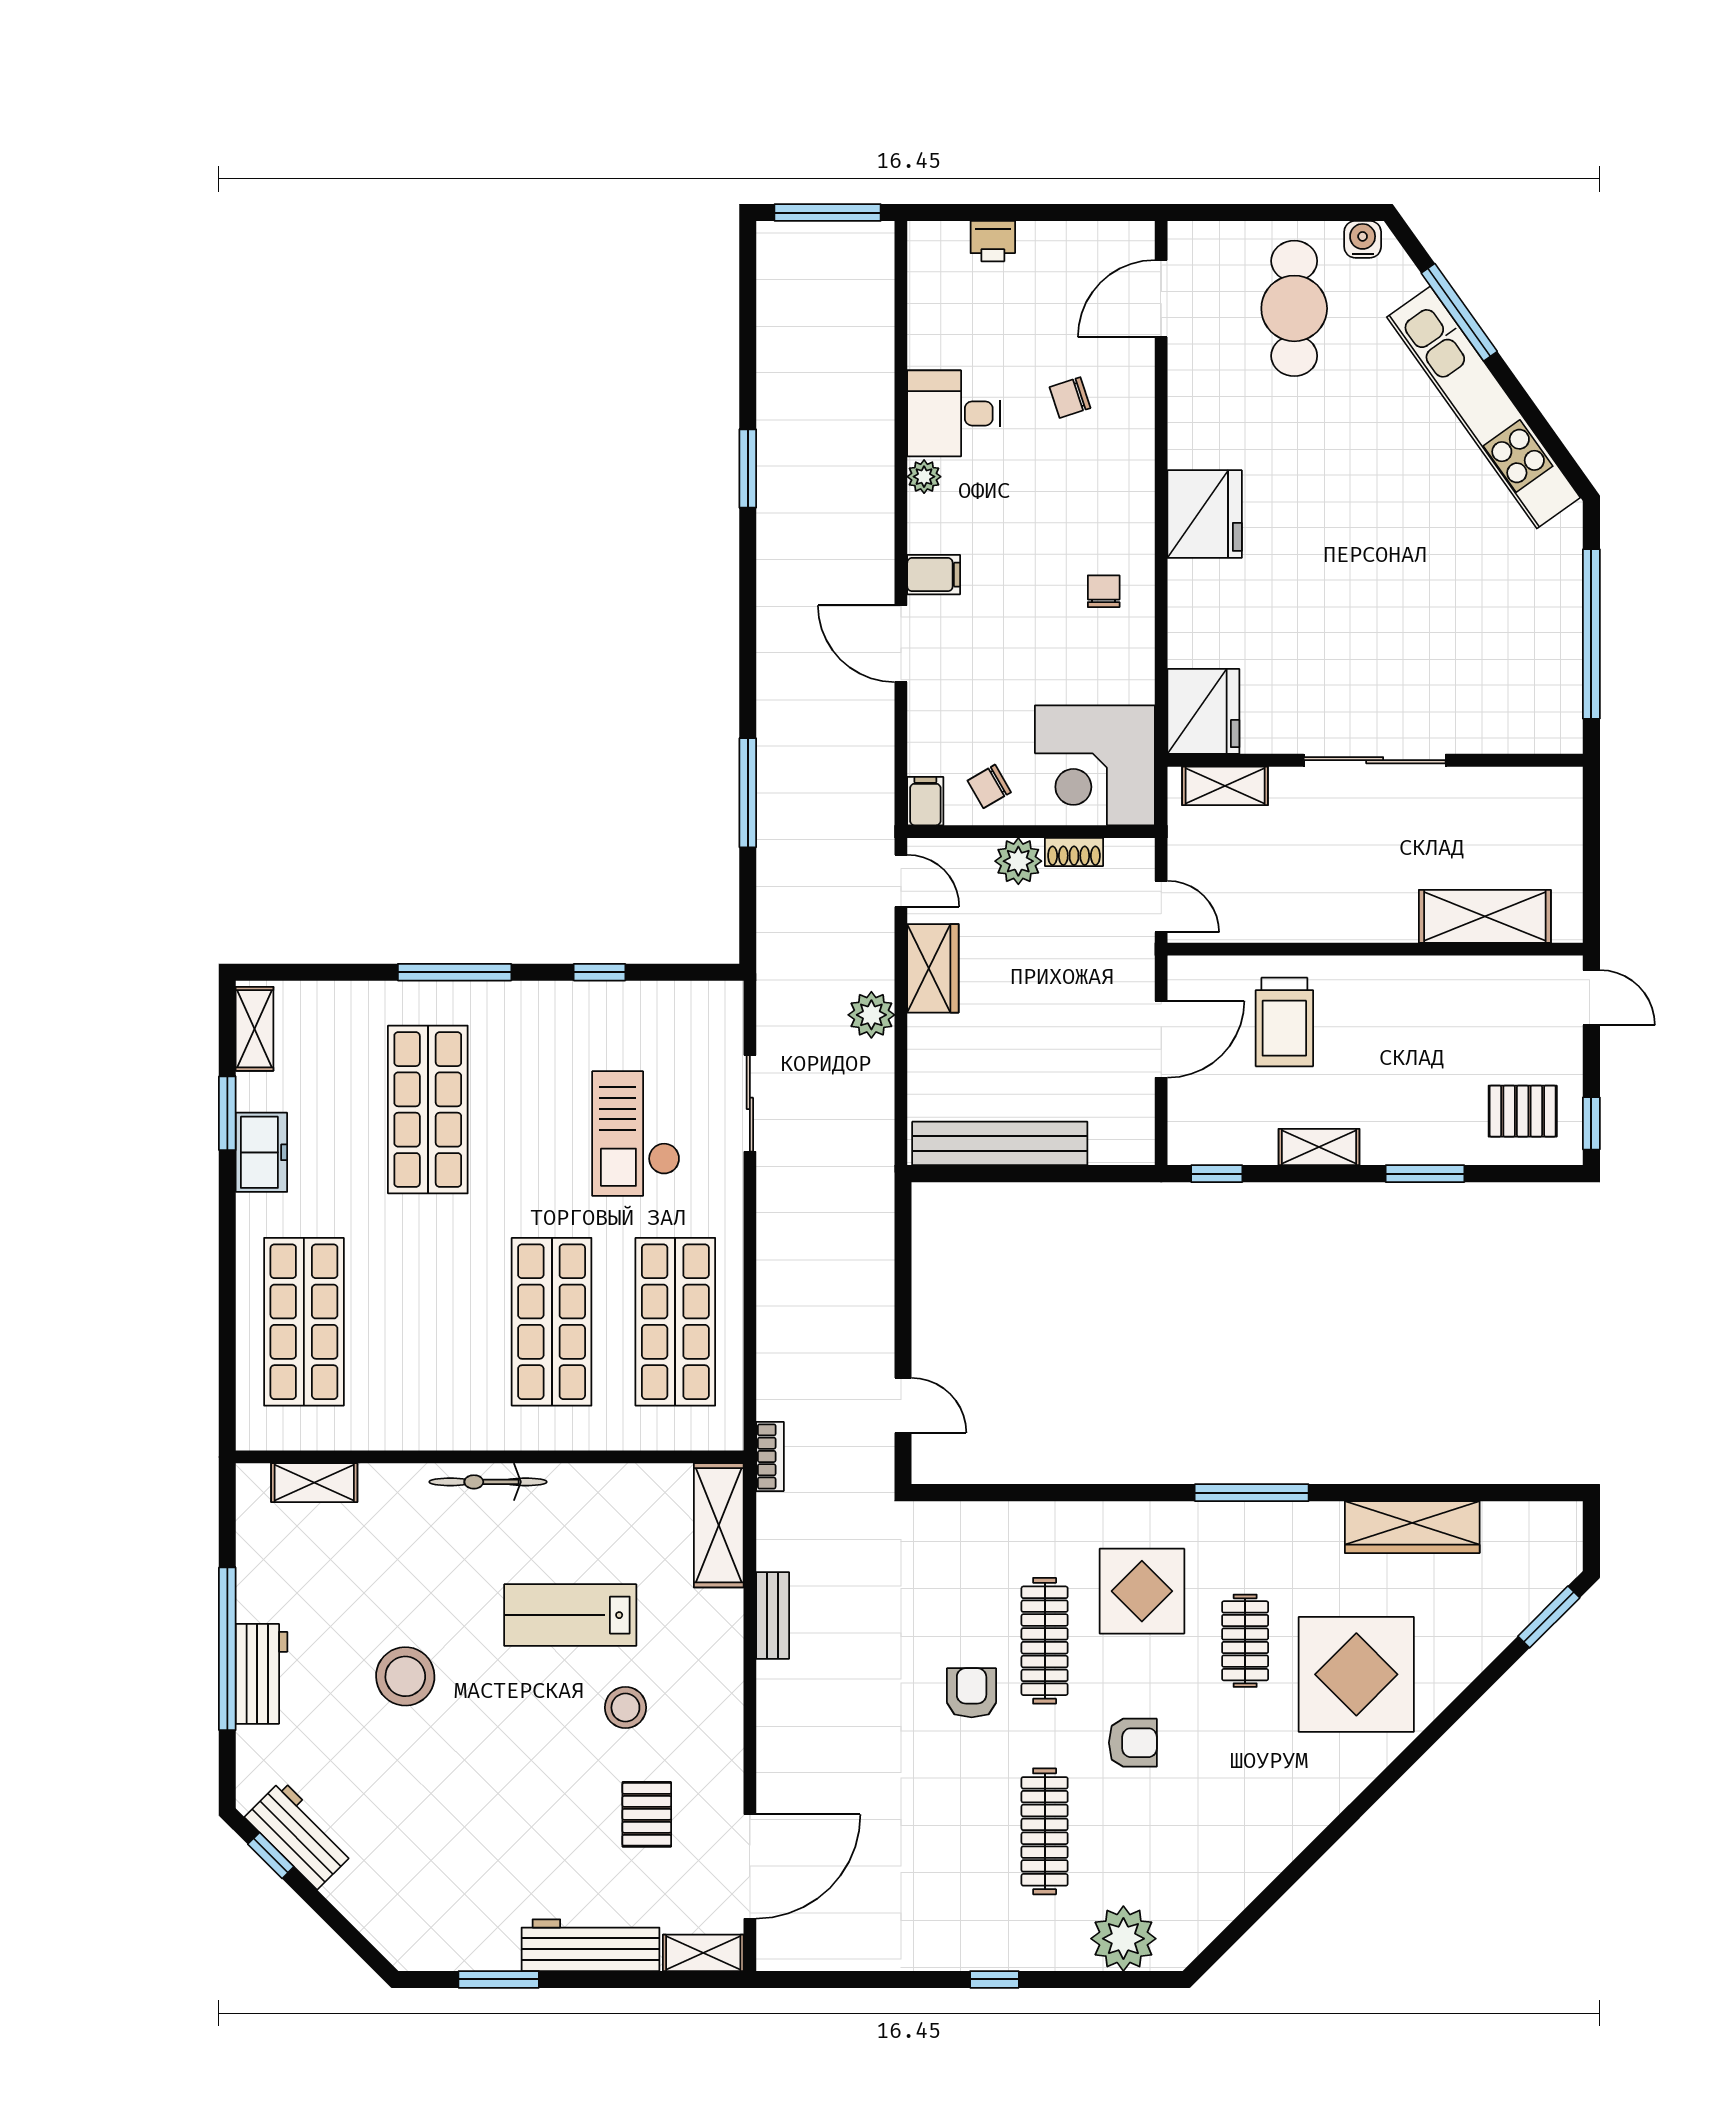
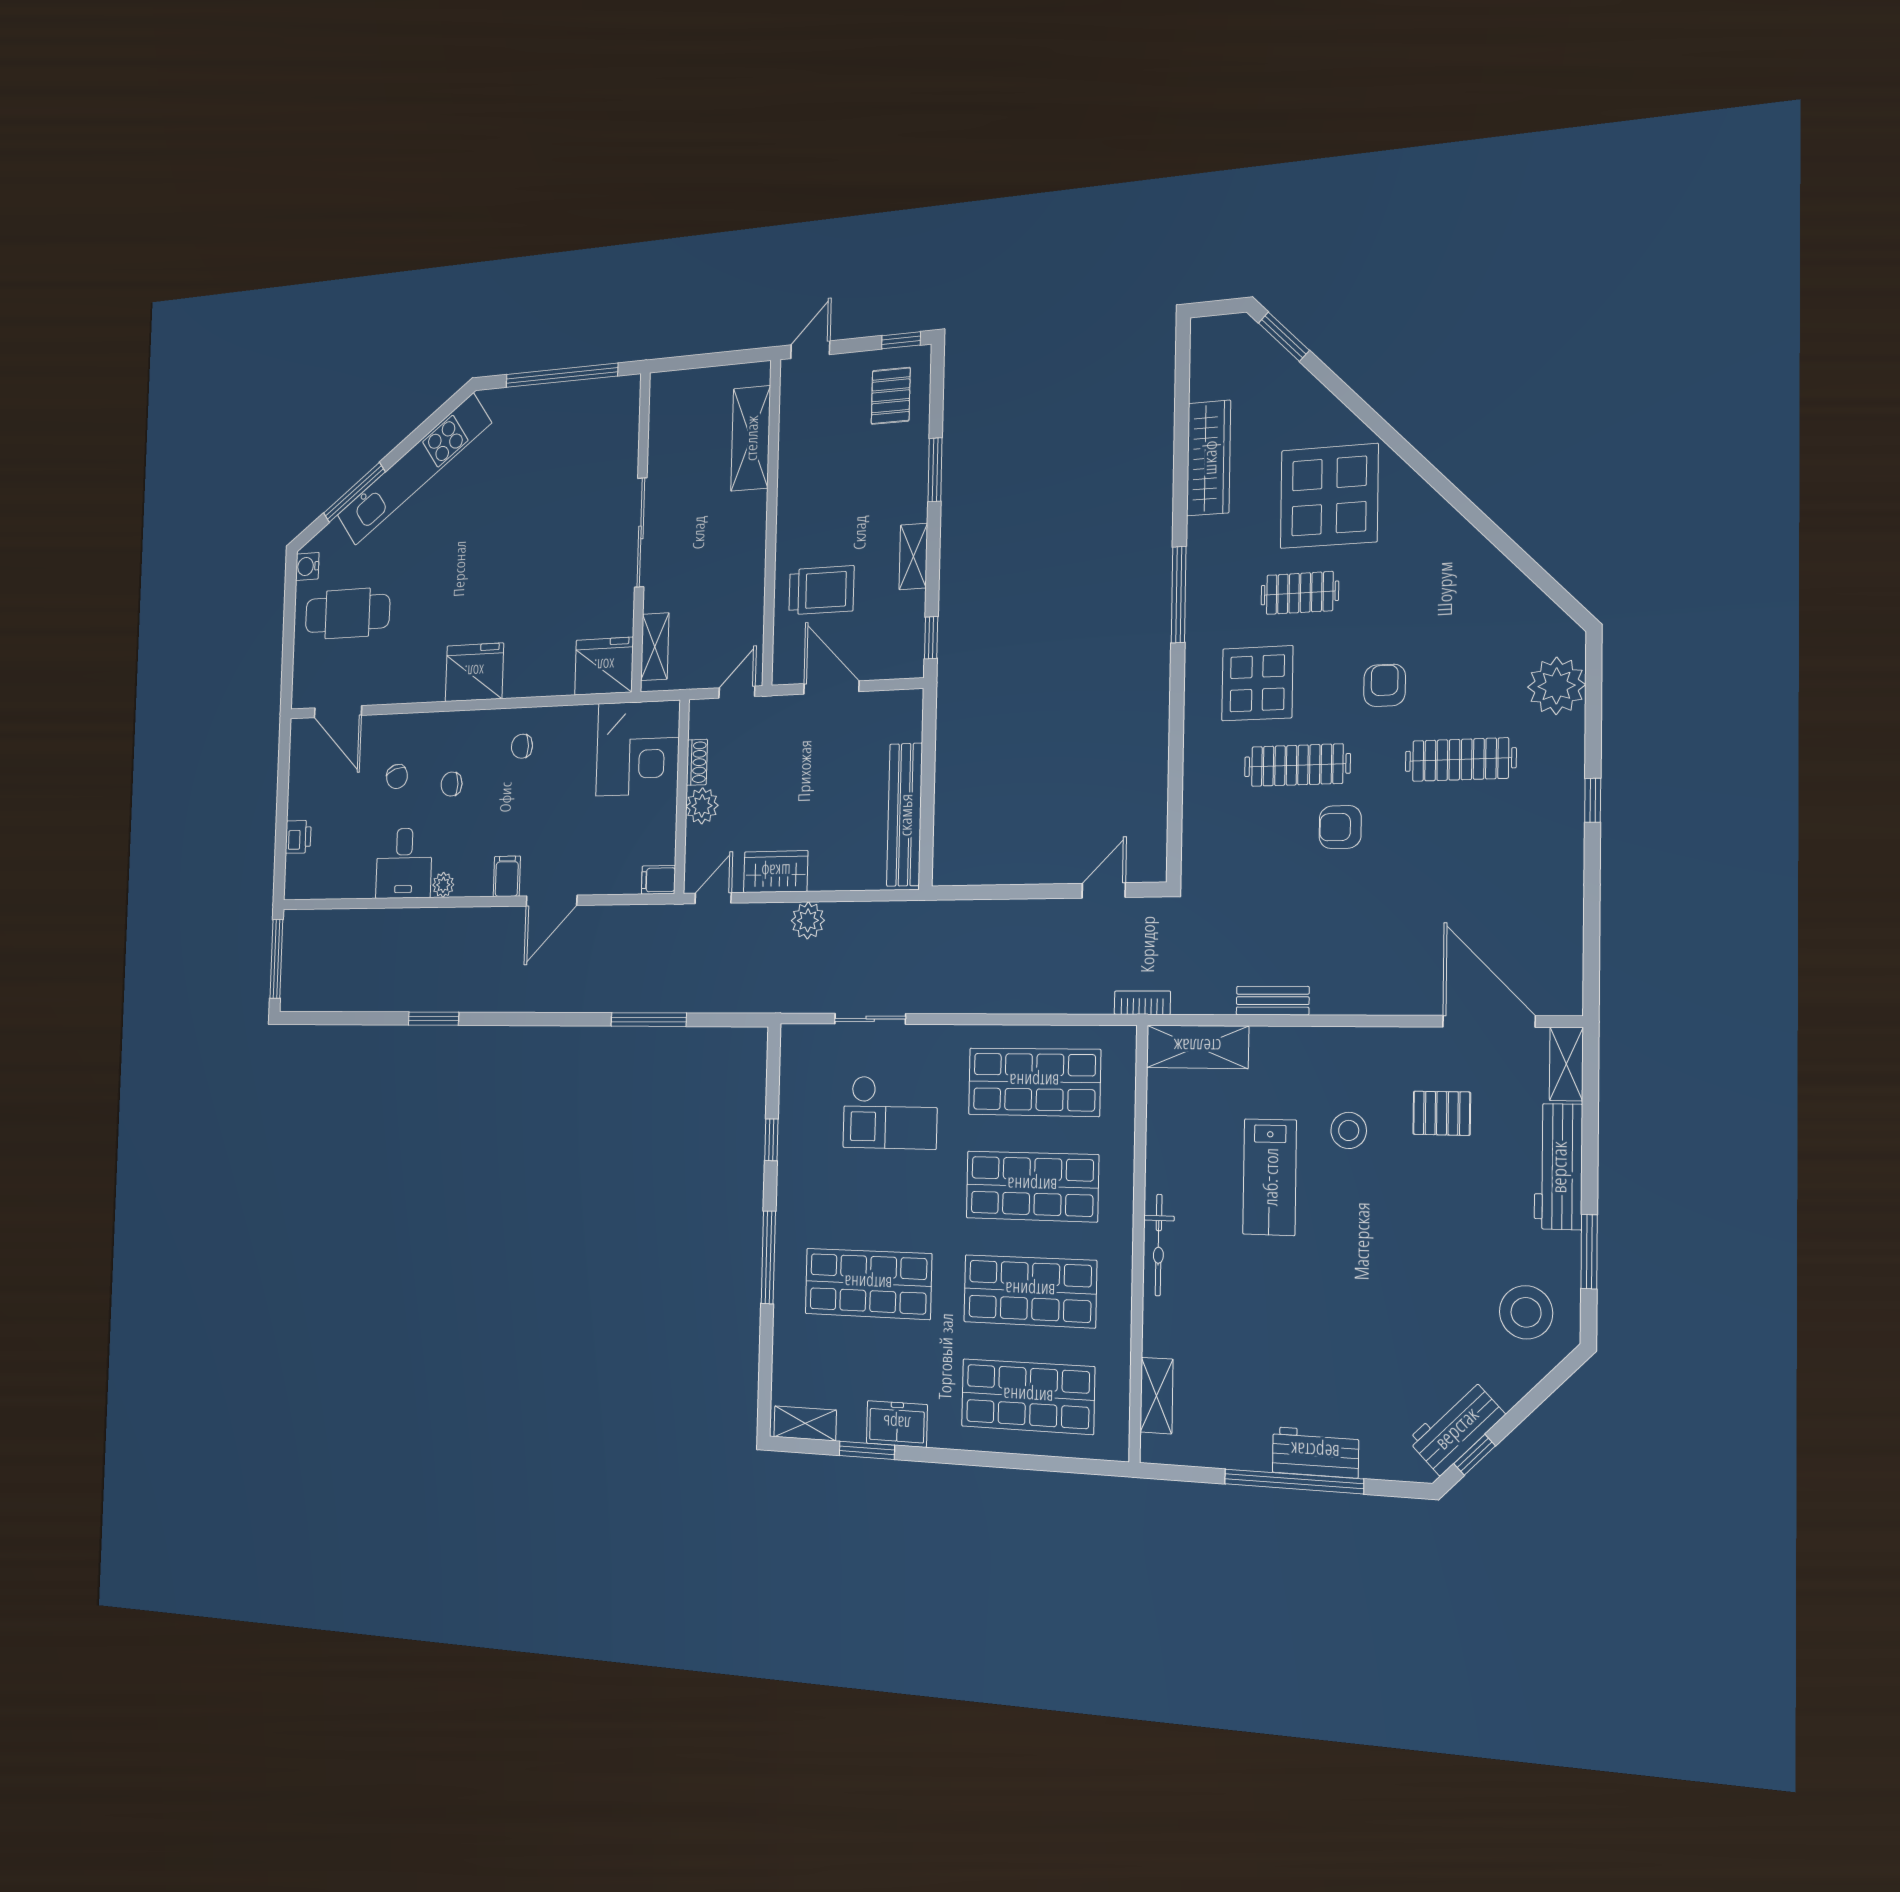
chair: (989, 786) -> (452, 784), moved, turned 120
shop shelf: (428, 1322) -> (1030, 1291), added
stool: (405, 1676) -> (1526, 1312), moved

